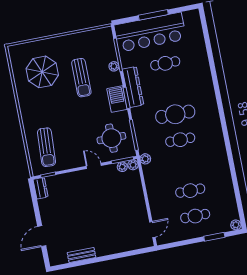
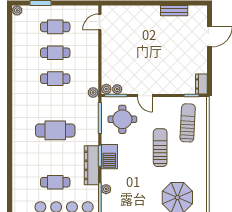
sun lounger: (81, 78) -> (160, 148), moved
cafe table: (180, 140) -> (55, 79), moved

